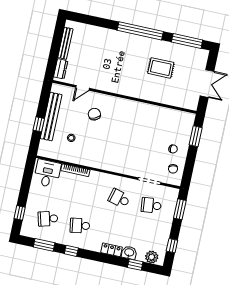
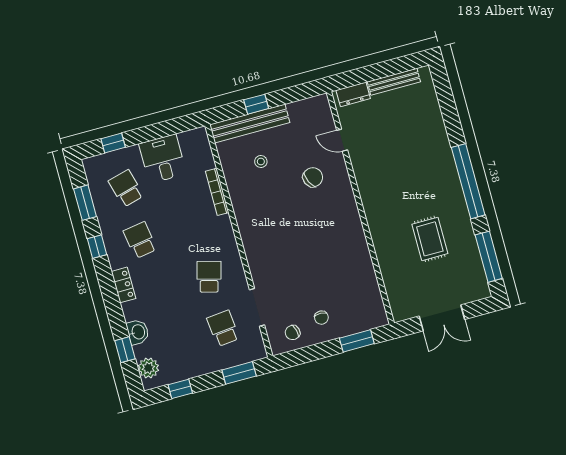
bench: (51, 117) -> (250, 124), moved
desk: (47, 173) -> (163, 159), moved, turned -90
locker: (111, 250) -> (124, 285), moved

